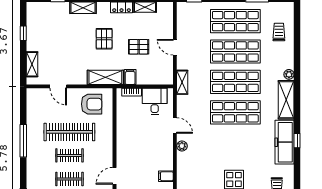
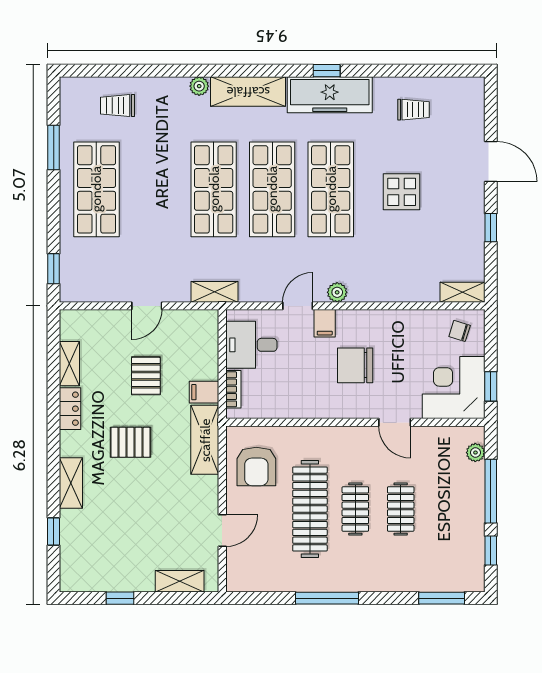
shop shelf: (235, 51) -> (331, 189), moved
armchair: (92, 104) -> (256, 466), turned 180
chair: (144, 155) -> (355, 365), added
filing cabinet: (166, 176) -> (325, 323), moved

